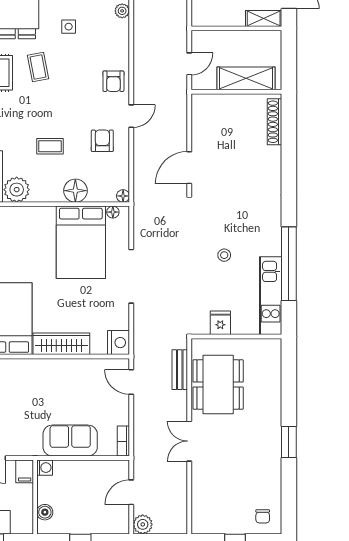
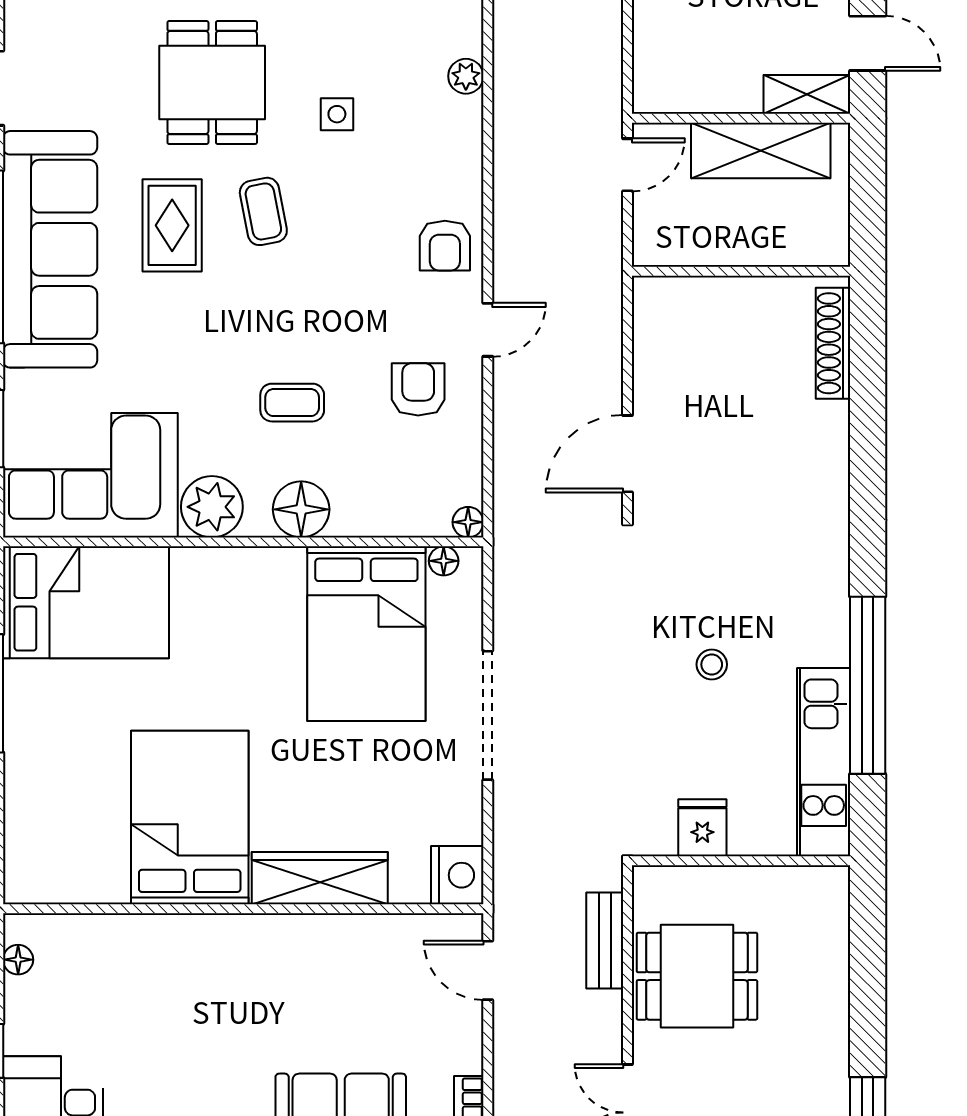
door: (189, 64) -> (627, 165), moved
shelving: (246, 78) -> (761, 151), moved
floor lamp: (75, 191) -> (301, 509), moved
dining table: (218, 384) -> (697, 976), width x0.73

